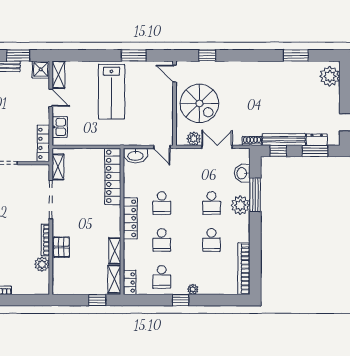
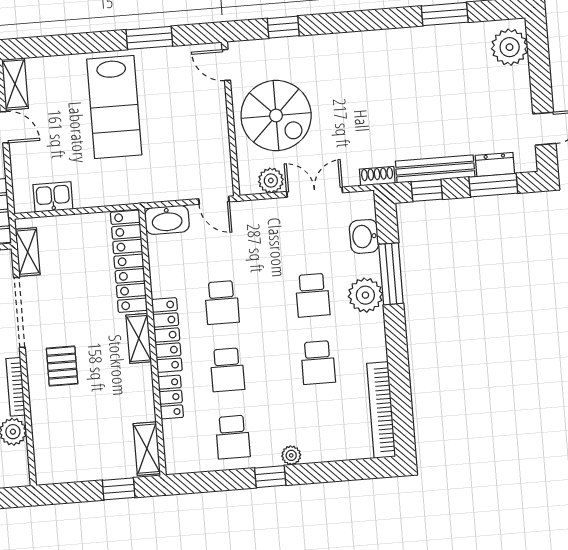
kitchen sink: (60, 127) -> (53, 197), moved, turned -90
pallet: (61, 247) -> (62, 366), moved
shelving: (115, 251) -> (139, 338), moved
locker: (130, 282) -> (171, 397), moved

